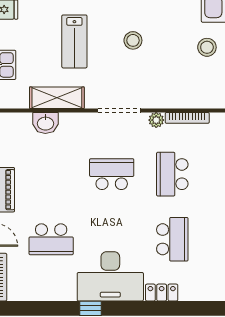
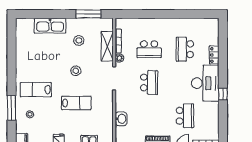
stool: (207, 47) -> (79, 40), moved
shelving: (57, 98) -> (107, 46), moved
school desk: (112, 174) -> (149, 82), turned 180
school desk: (172, 239) -> (185, 49), turned -90

